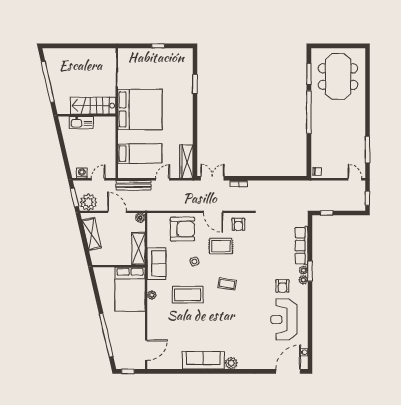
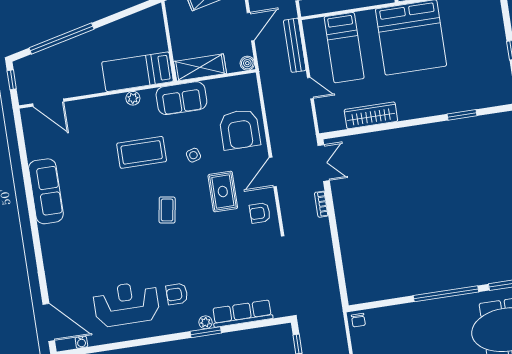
wardrobe: (186, 161) -> (371, 115), moved
plant: (303, 280) -> (191, 324), removed
bed: (130, 289) -> (138, 72), width x0.67
coffee table: (188, 295) -> (142, 152), turned 90
plant: (231, 363) -> (48, 234), removed

